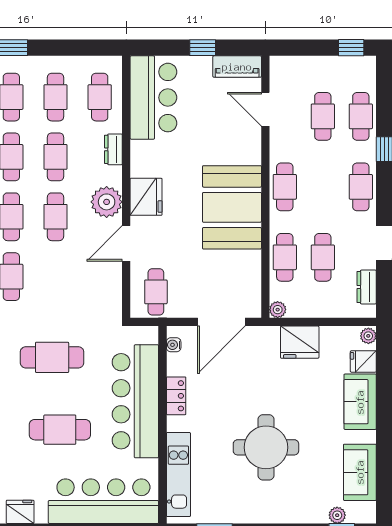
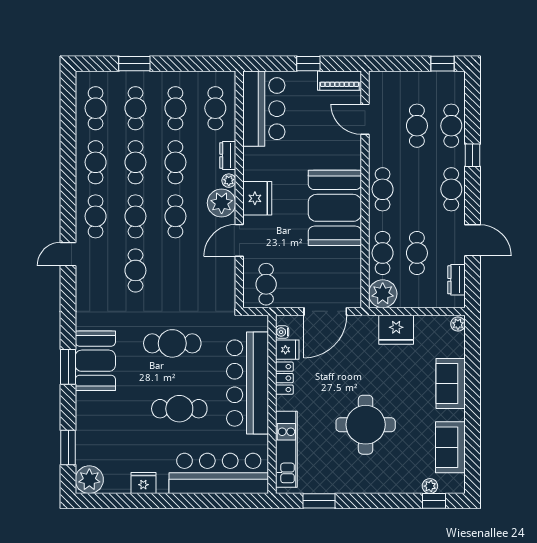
plant: (115, 177) -> (229, 181), added
plant: (278, 310) -> (383, 294), width x1.87, depth x1.87
fridge: (363, 361) -> (287, 350), moved, turned 180

